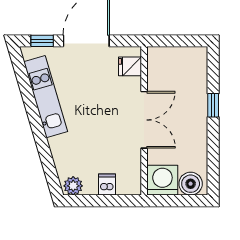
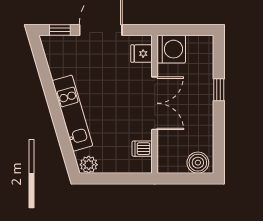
kitchen unit: (46, 97) -> (72, 113), moved
washing machine: (162, 180) -> (171, 49), moved, turned 90
dishwasher: (107, 185) -> (142, 149), moved, turned -90

